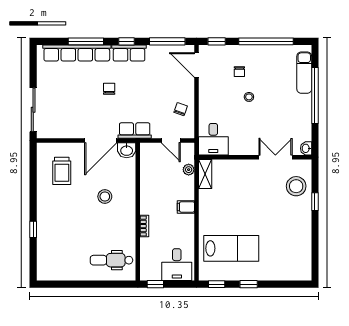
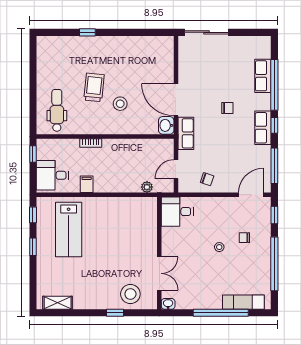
window: (86, 41) -> (274, 85), width x1.46
row of seats: (77, 53) -> (263, 76), width x0.50
trolley: (62, 171) -> (94, 87), moved, turned 96
shelving: (205, 174) -> (58, 303), moved
filing cabinet: (186, 207) -> (87, 184), moved

